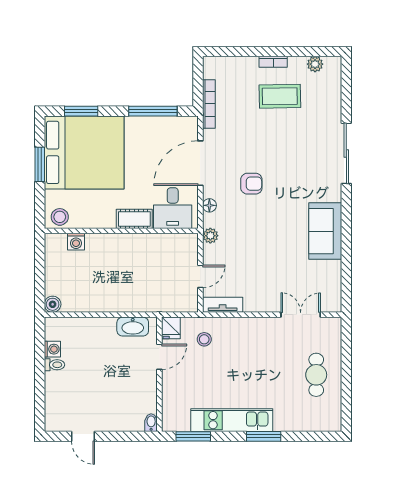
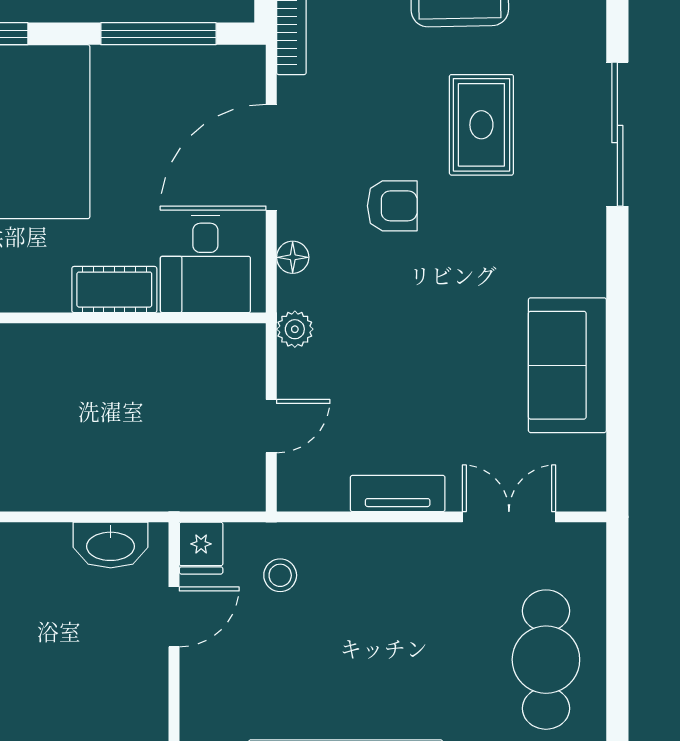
rug: (289, 150) -> (481, 125), added
sofa: (325, 231) -> (567, 365), moved
tv unit: (223, 305) -> (398, 493), moved
cafe table: (316, 375) -> (546, 660), width x1.37, depth x1.35

